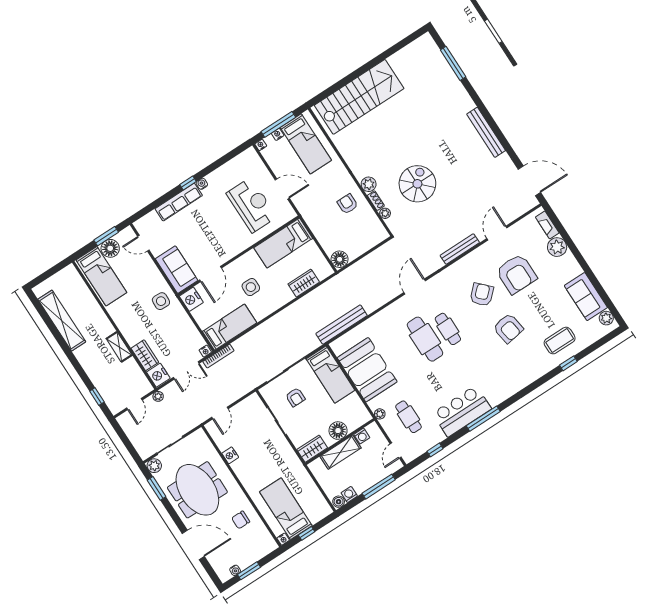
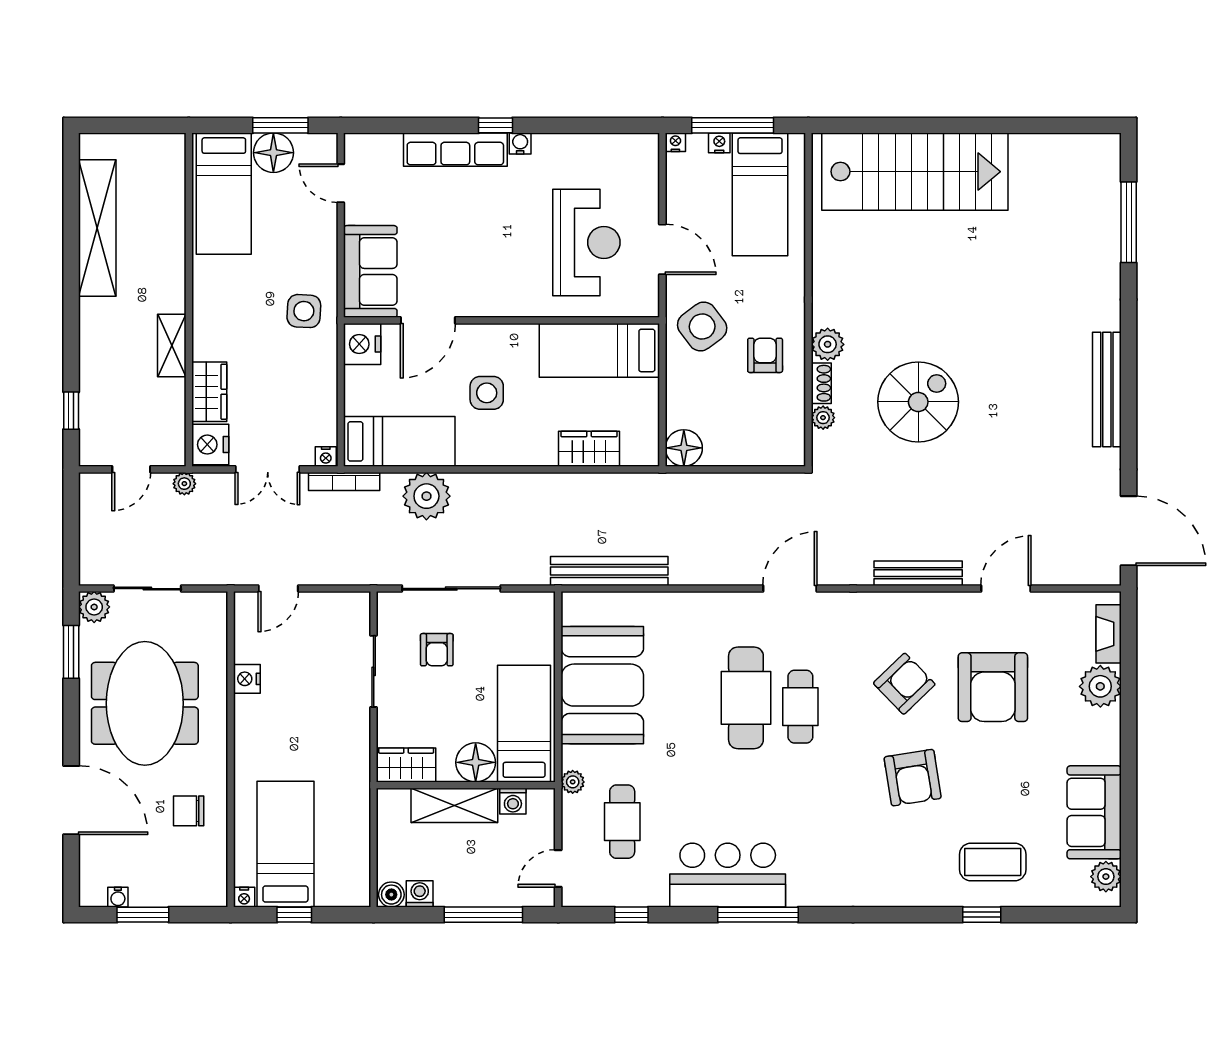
side table: (316, 208) -> (702, 327), added
plant: (253, 341) -> (426, 496), added
bed: (330, 375) -> (524, 724), moved, turned 180

